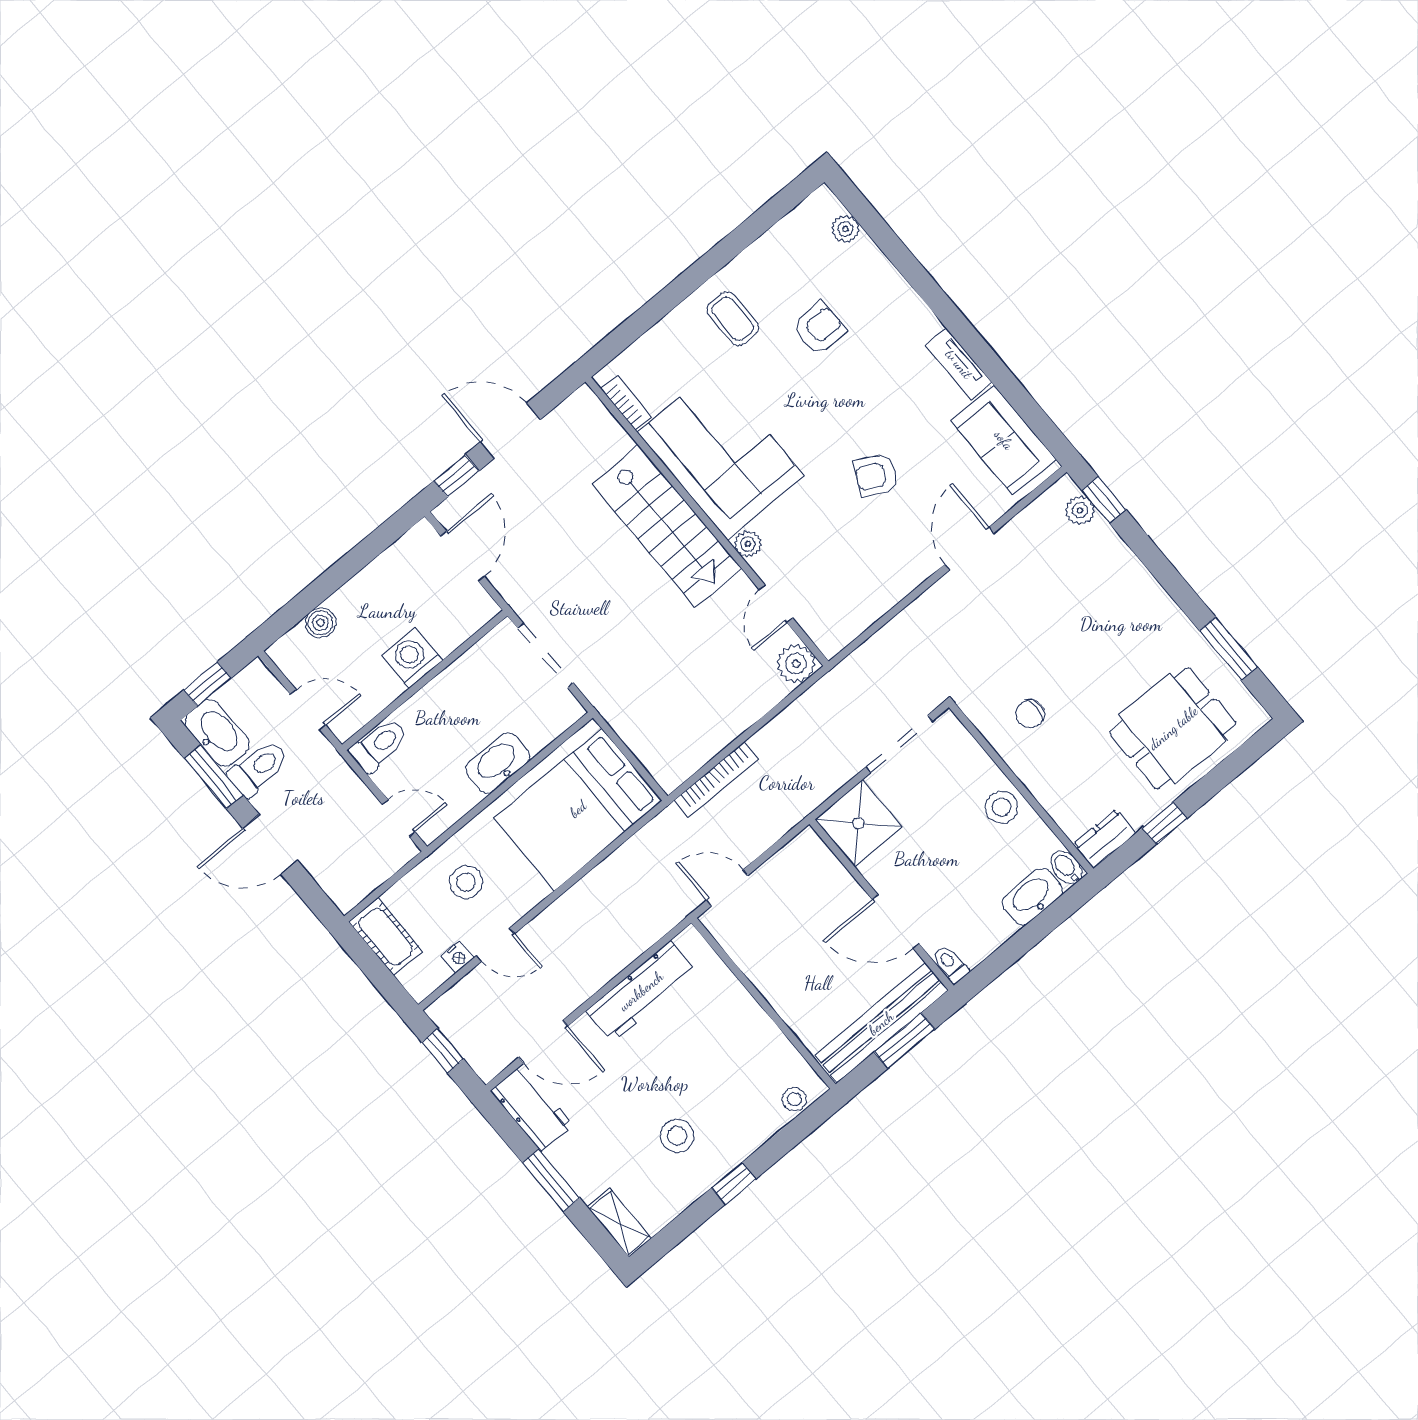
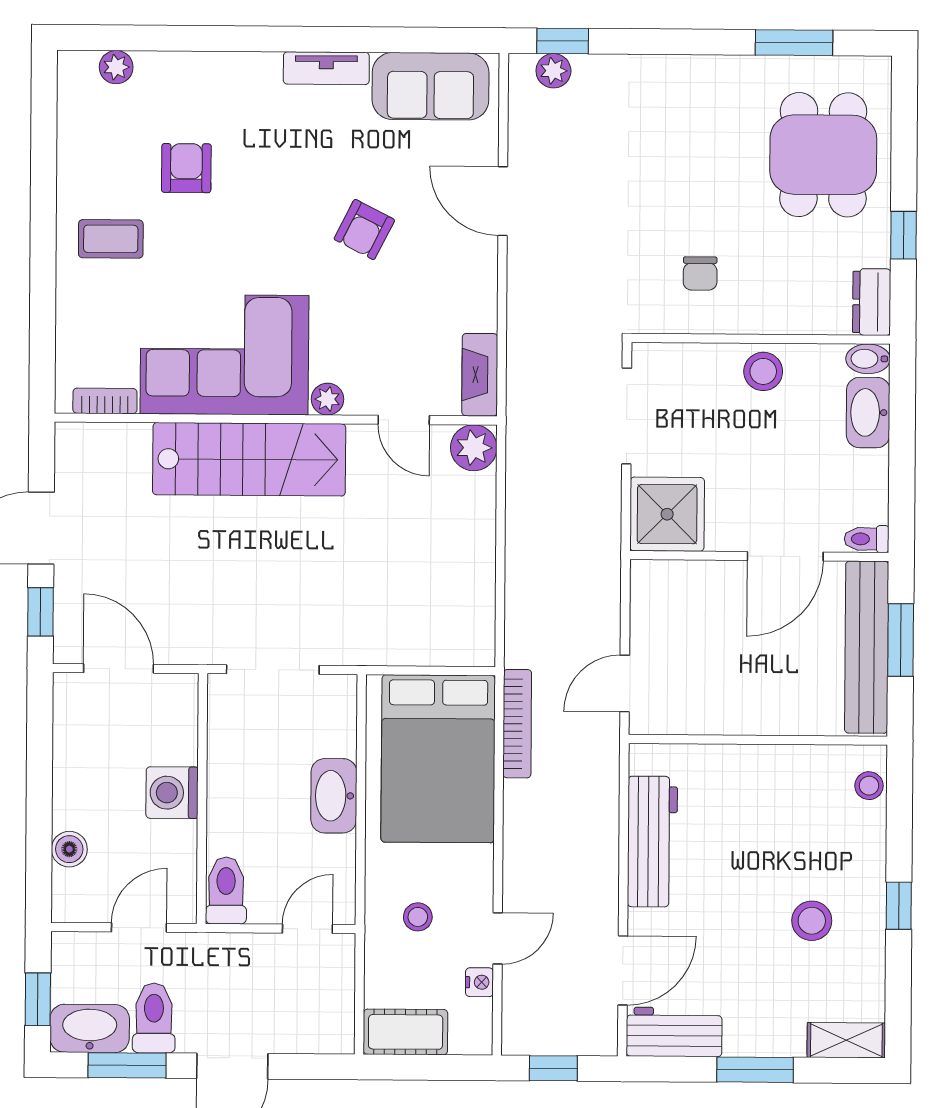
fireplace: (846, 628) -> (480, 375), added
bookcase: (717, 780) -> (517, 724), moved
stool: (466, 882) -> (418, 917), width x0.73, depth x0.73

